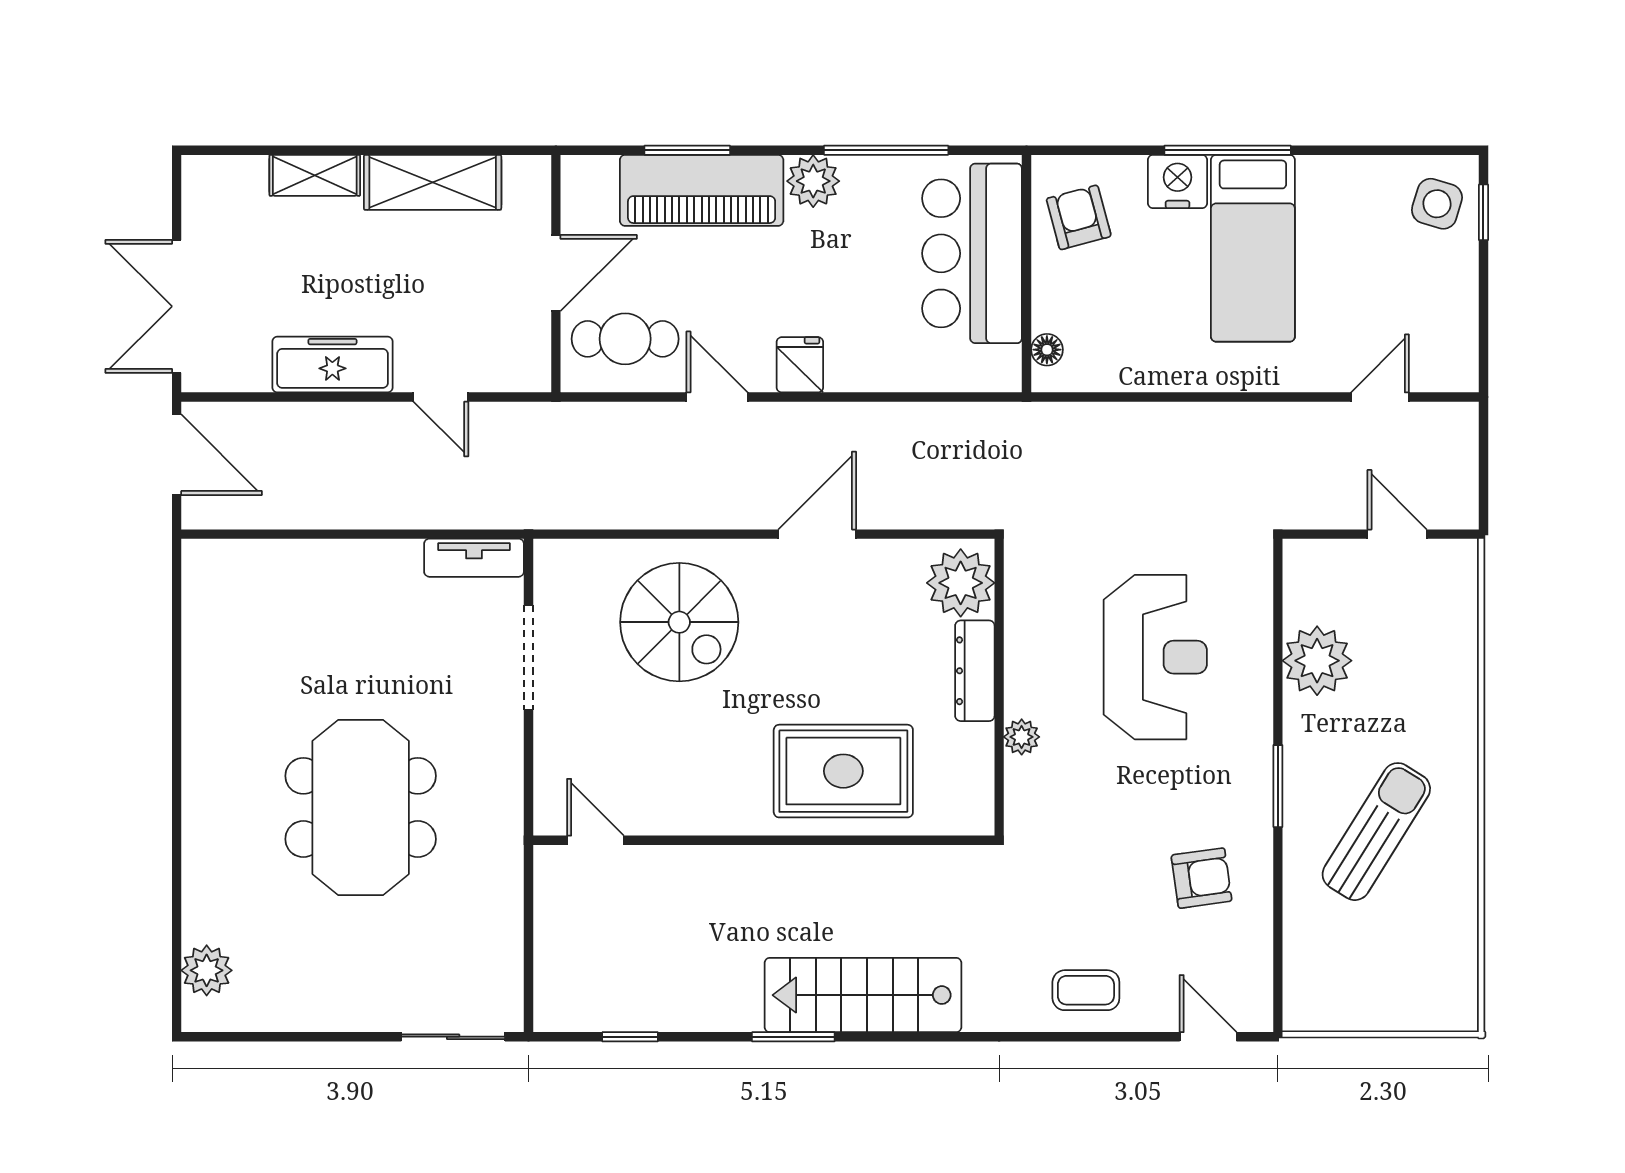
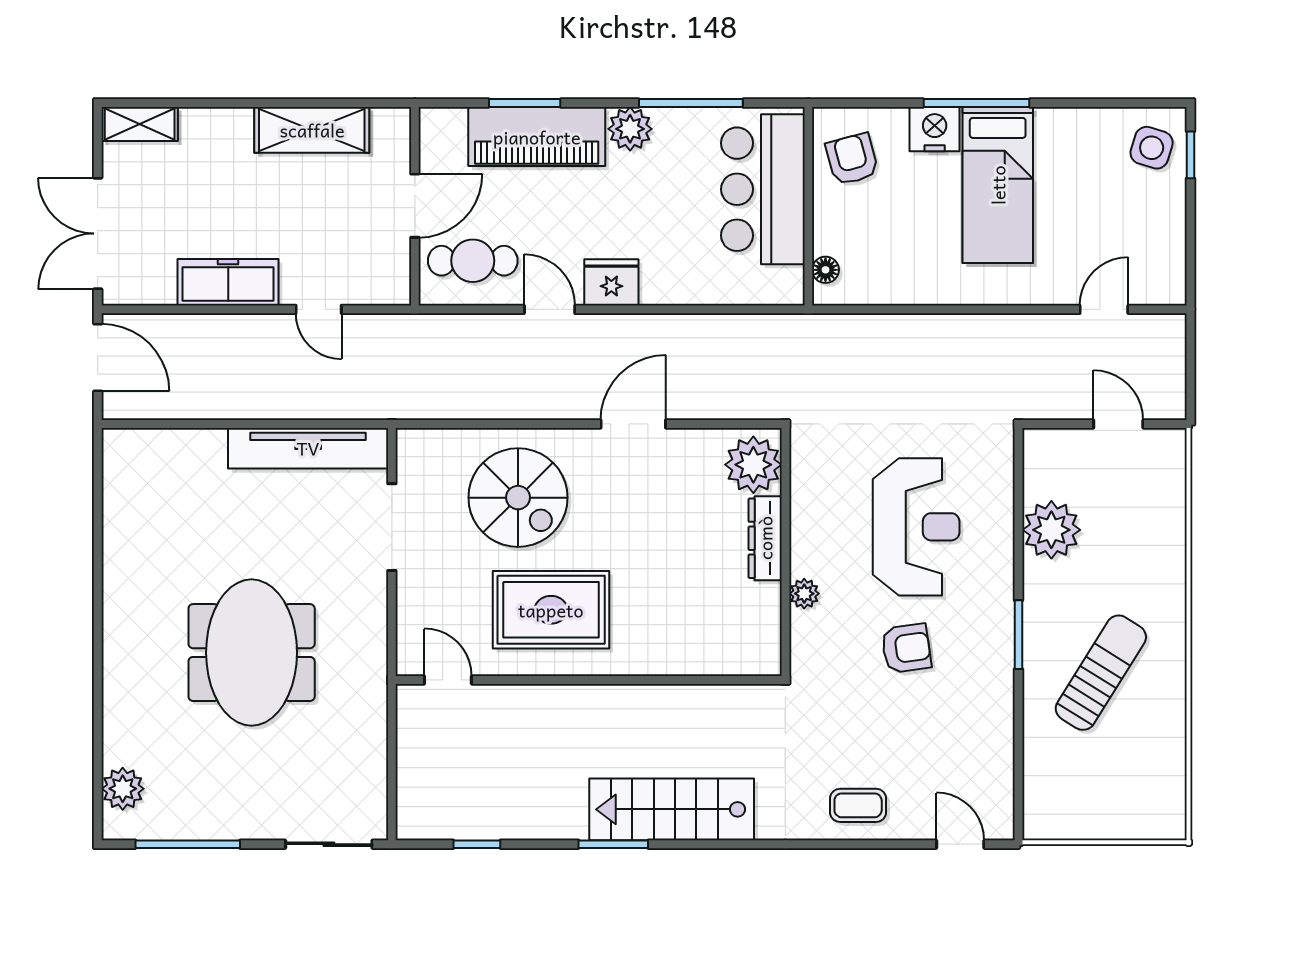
shelving: (315, 175) -> (140, 124), moved
fridge: (800, 365) -> (611, 282), width x1.38
tv unit: (474, 558) -> (308, 448), width x1.92, depth x1.29
rug: (843, 771) -> (551, 610), moved
armchair: (1202, 878) -> (906, 648), moved
window: (284, 1037) -> (188, 844), added

